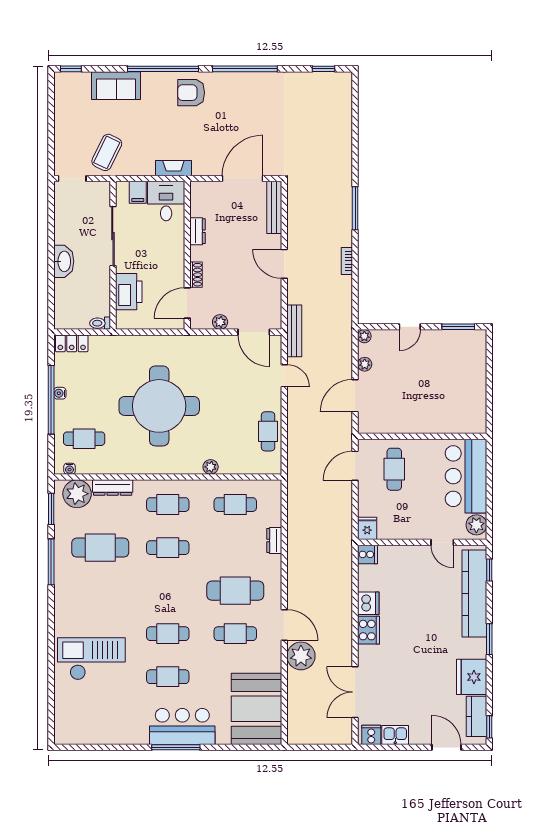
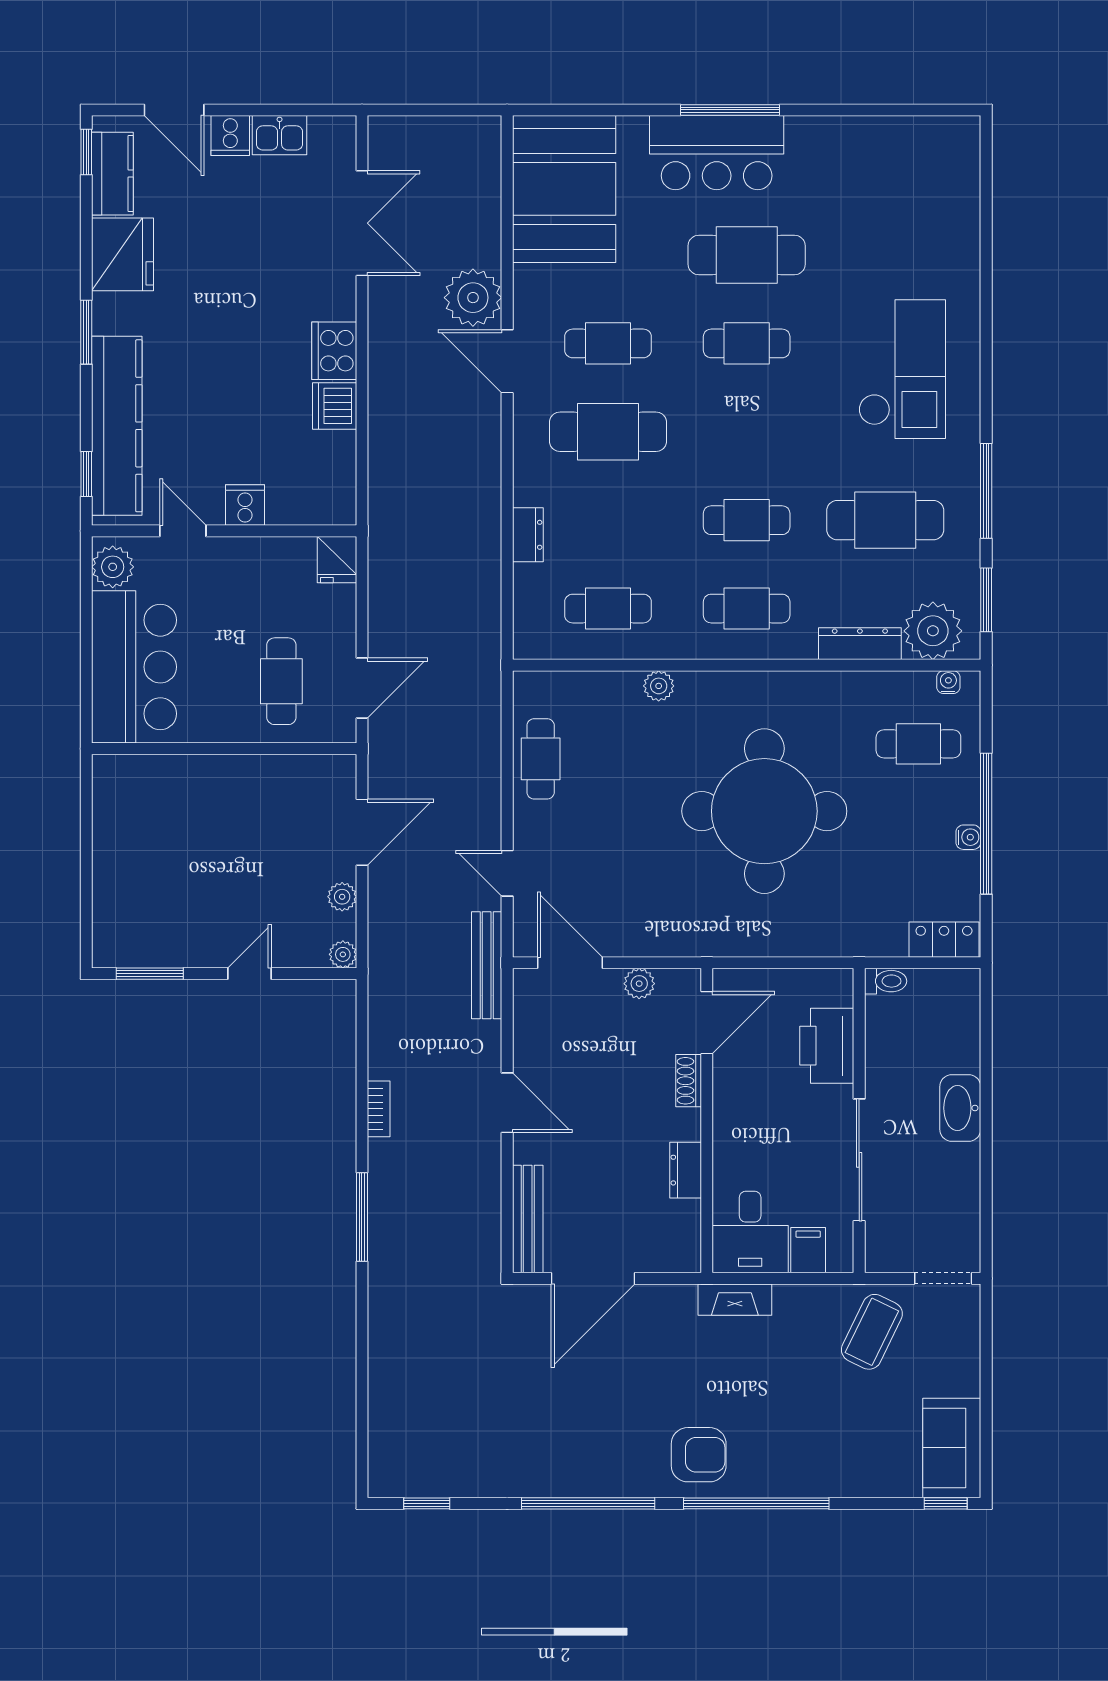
sofa: (116, 86) -> (952, 1448), moved, turned -90
cooker: (368, 554) -> (245, 505), moved, turned 90
checkout: (91, 659) -> (902, 369), moved, turned -90
cafe table: (168, 677) -> (747, 255), width x1.37, depth x1.35
cooker: (371, 735) -> (230, 136), moved

